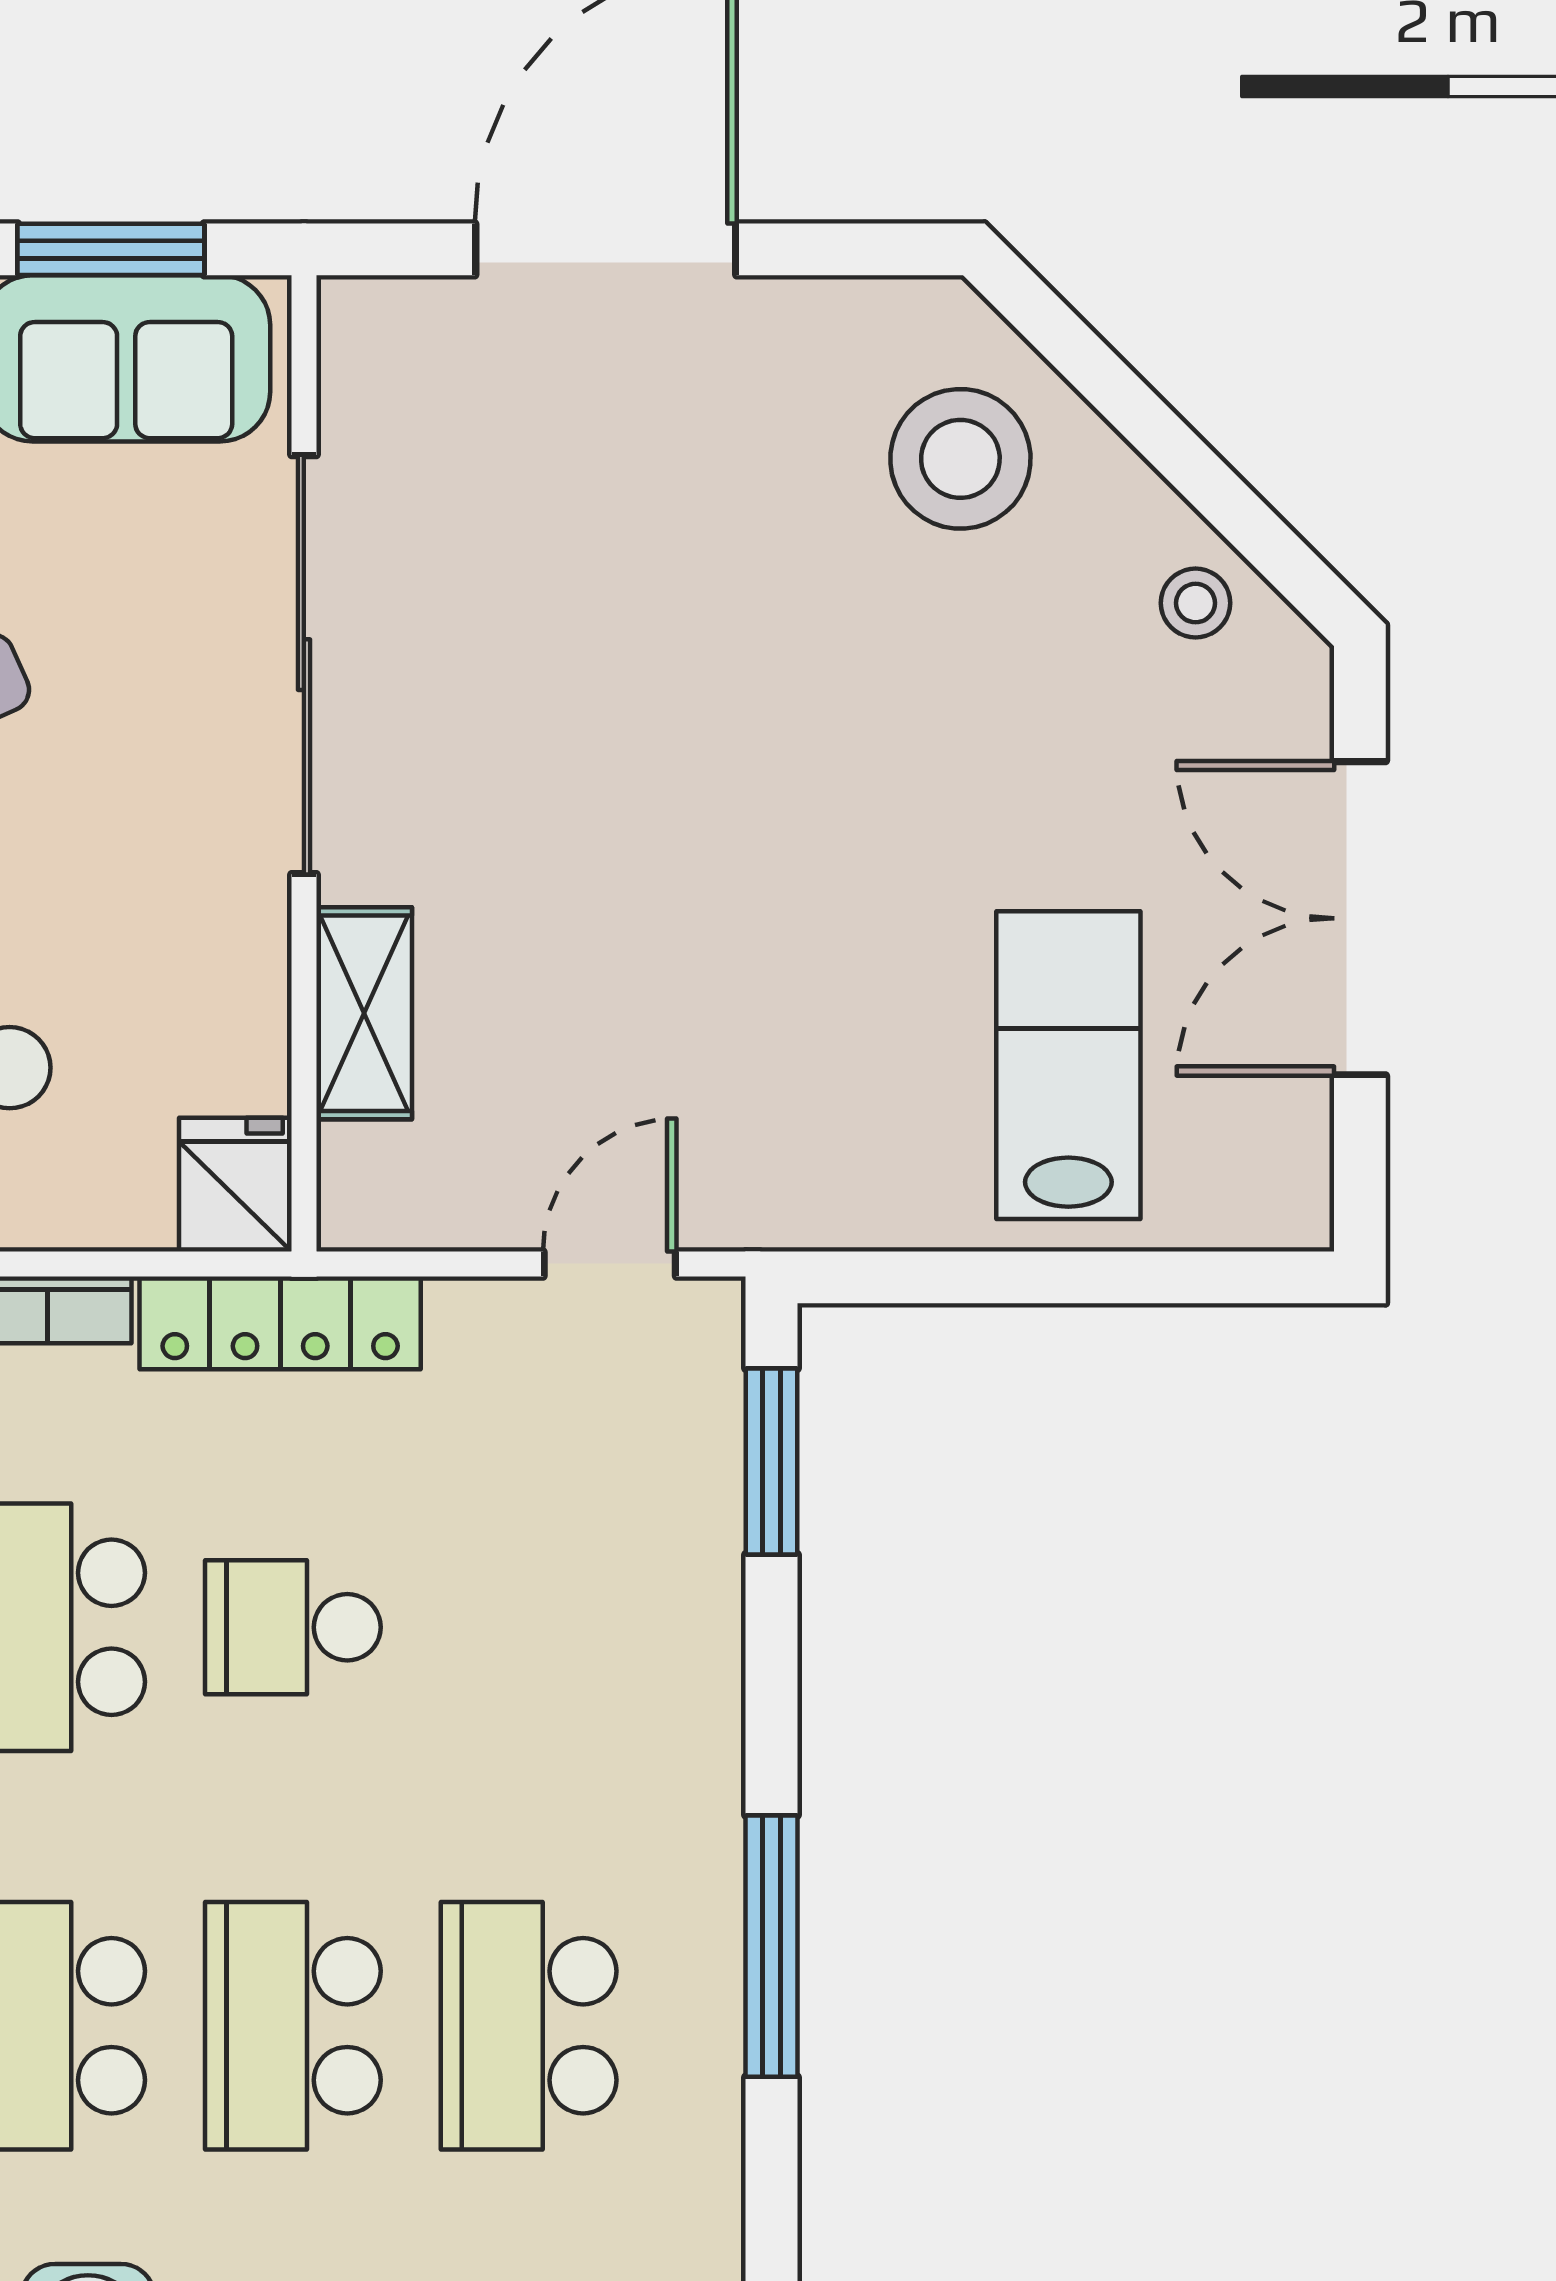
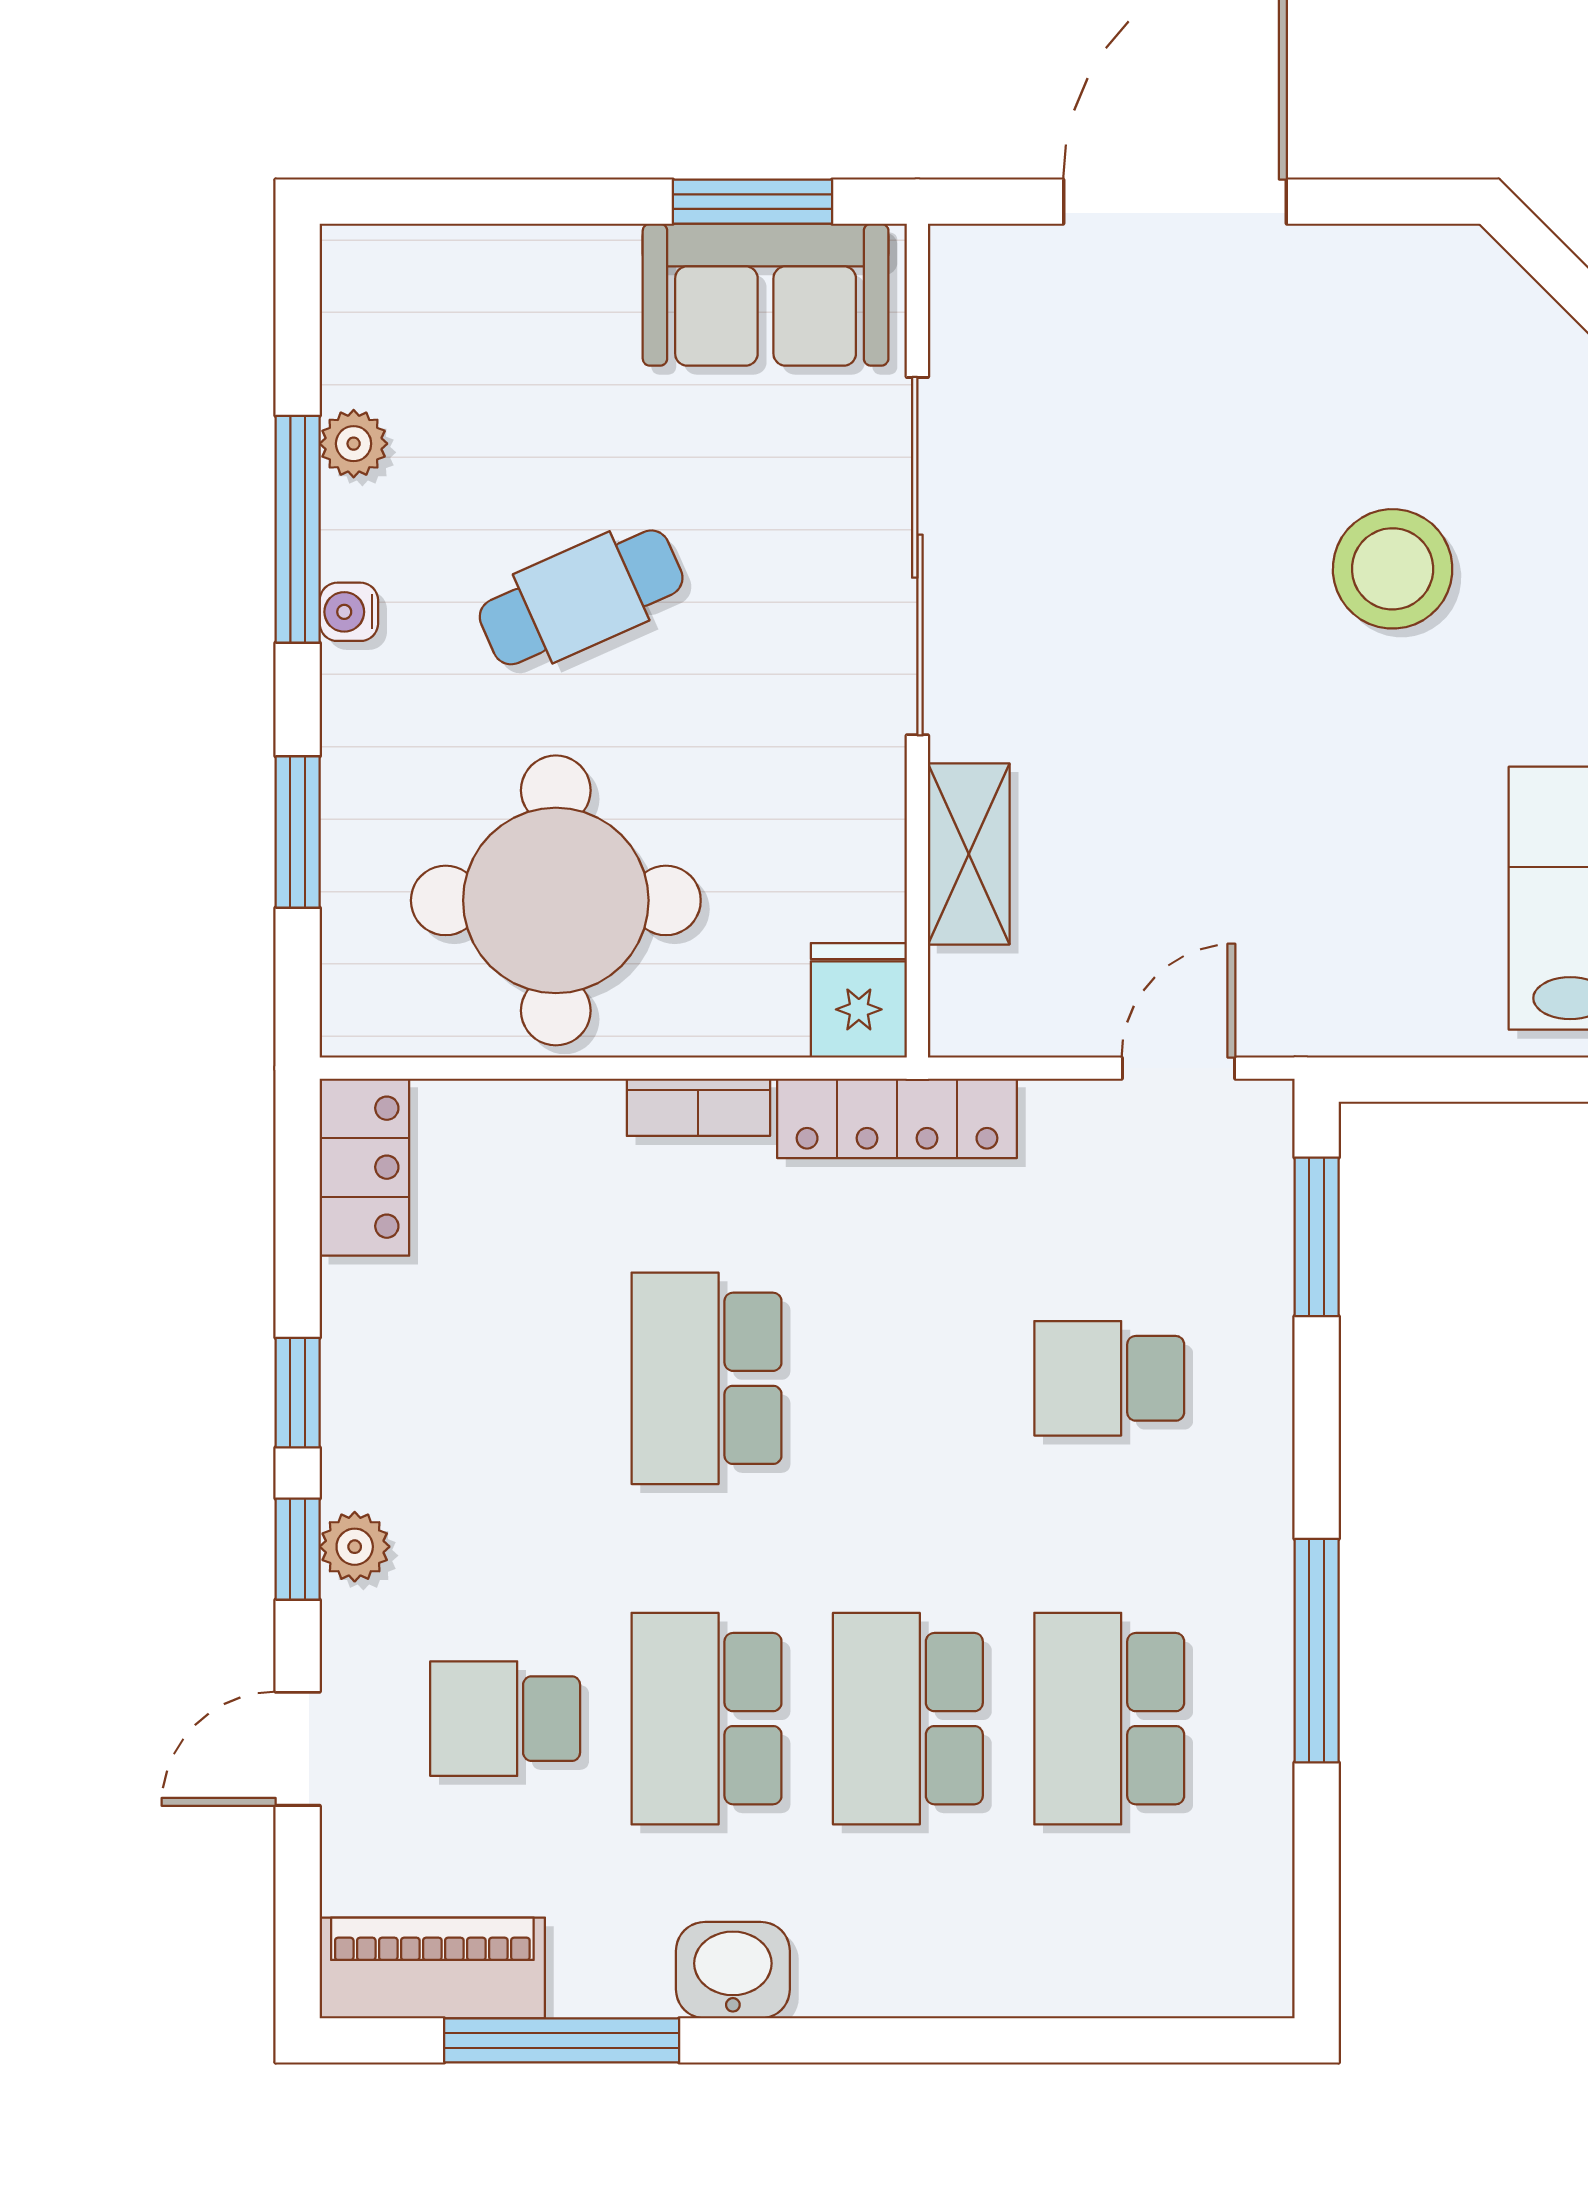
stool: (960, 459) -> (1393, 569), moved
school desk: (293, 1627) -> (1109, 1378), moved

